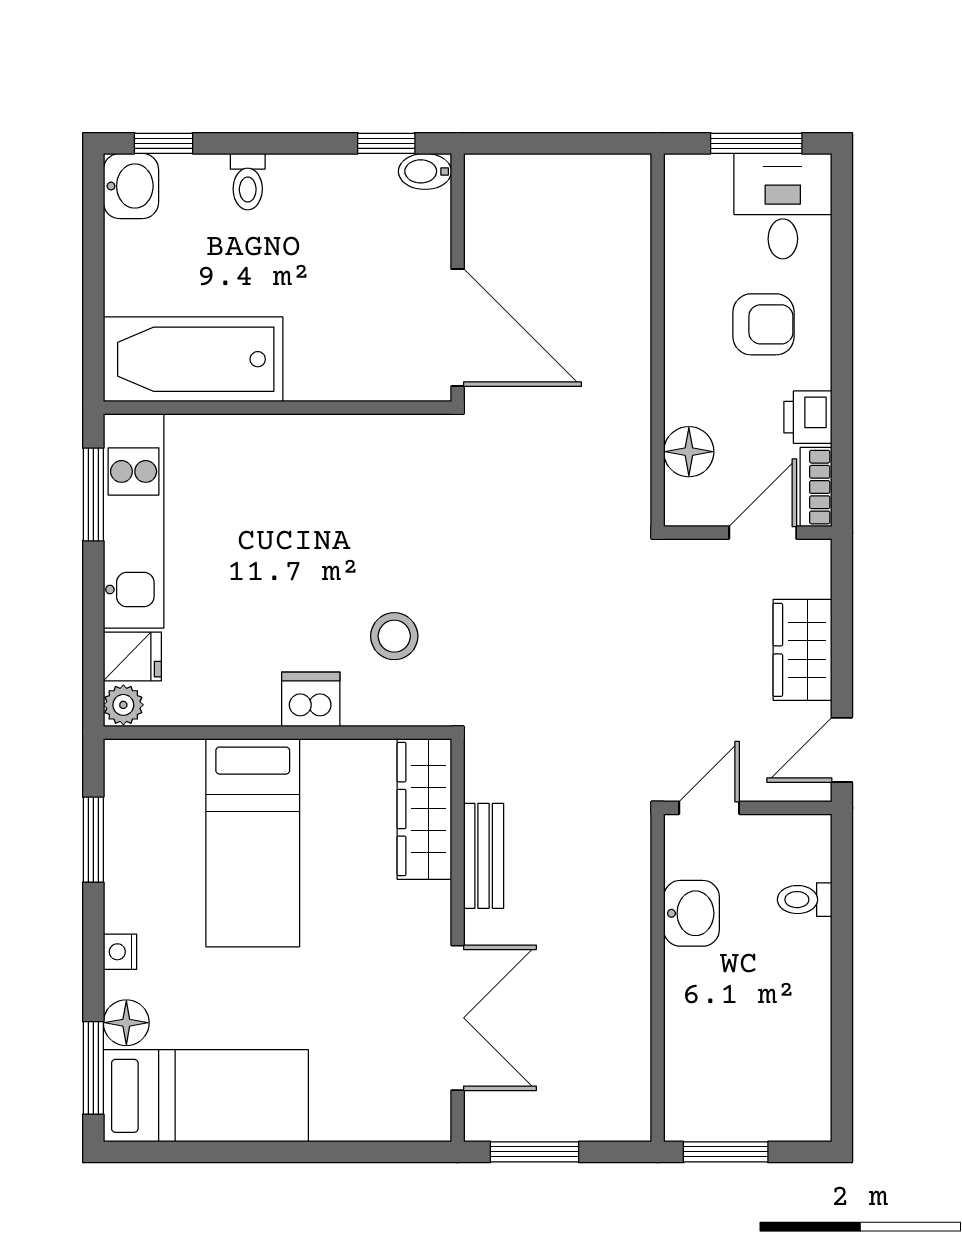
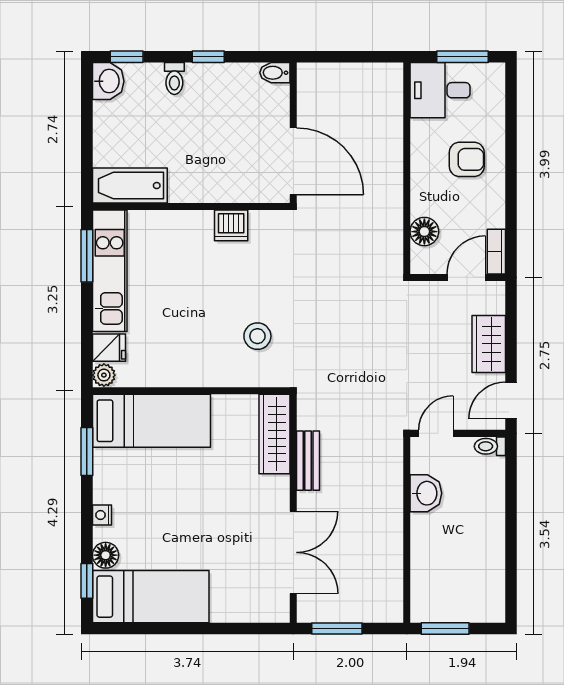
window: (386, 143) -> (208, 57), moved
desk: (783, 206) -> (440, 90), moved, turned -90
bathtub: (193, 359) -> (130, 186), width x0.73, depth x0.73
printer: (808, 417) -> (492, 212), removed
dishwasher: (311, 699) -> (231, 225), moved, turned 180
bed: (253, 843) -> (152, 421), moved, turned -90
toilet: (805, 900) -> (490, 446), moved
window: (93, 1068) -> (87, 581), width x0.67

